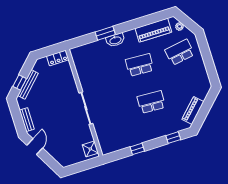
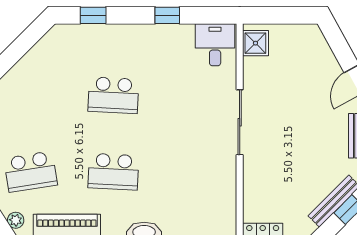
piano: (193, 110) -> (40, 55), removed
desk: (110, 142) -> (215, 45), added

